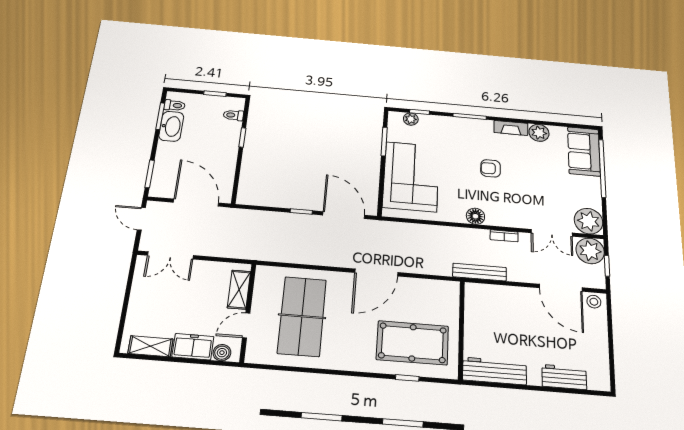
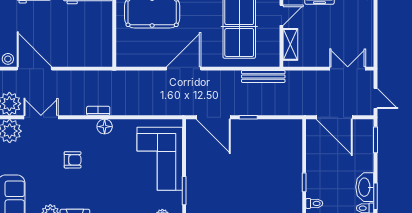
armchair: (491, 168) -> (73, 160), moved
bookcase: (504, 236) -> (98, 111), moved
bench: (480, 272) -> (263, 76), moved

